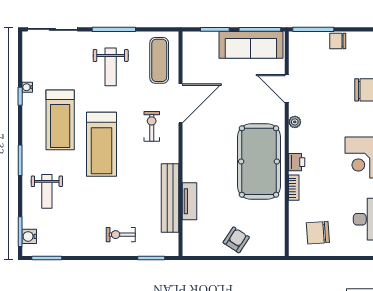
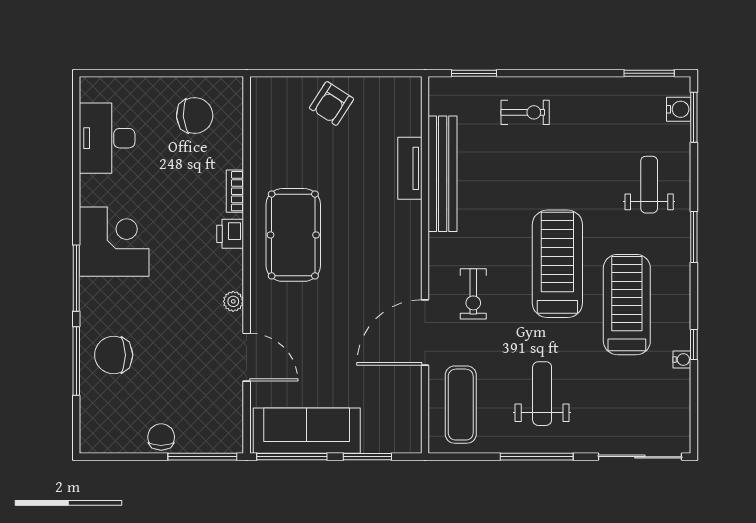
chair: (338, 41) -> (161, 437), turned -90
pool table: (259, 161) -> (293, 235), width x0.73, depth x0.76

